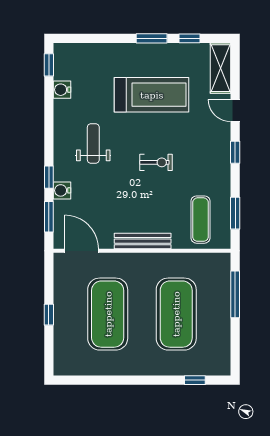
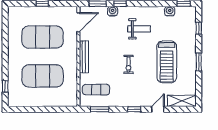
window: (189, 38) -> (199, 28), moved
window: (235, 294) -> (54, 109), removed

